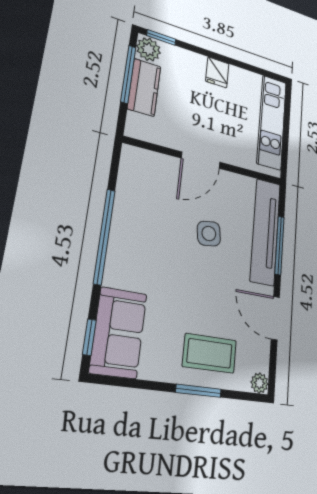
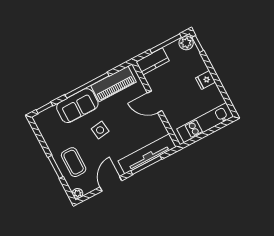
kitchen counter: (144, 87) -> (153, 61), moved
piano: (132, 195) -> (113, 84), added
side table: (209, 234) -> (100, 130), moved
sofa: (118, 333) -> (77, 106), moved

